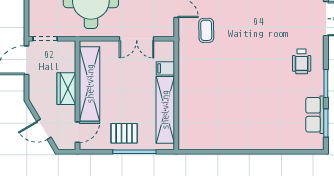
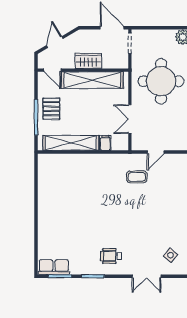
row of seats: (315, 115) -> (54, 267), moved

